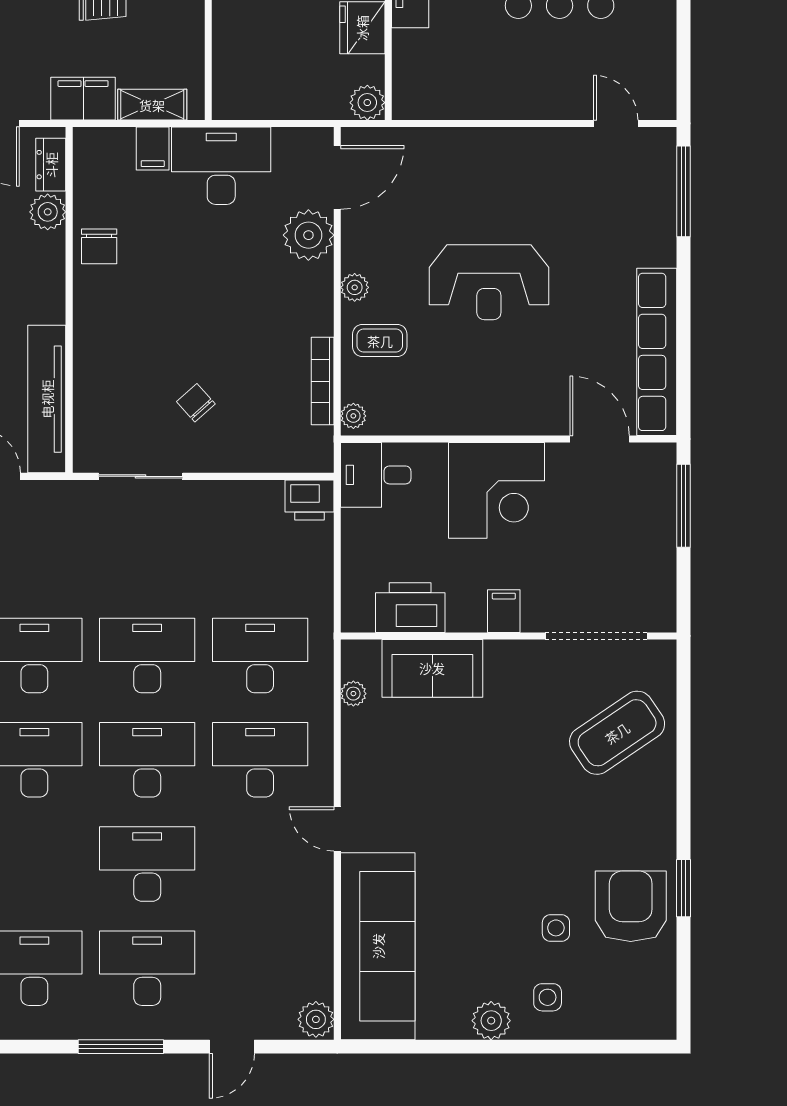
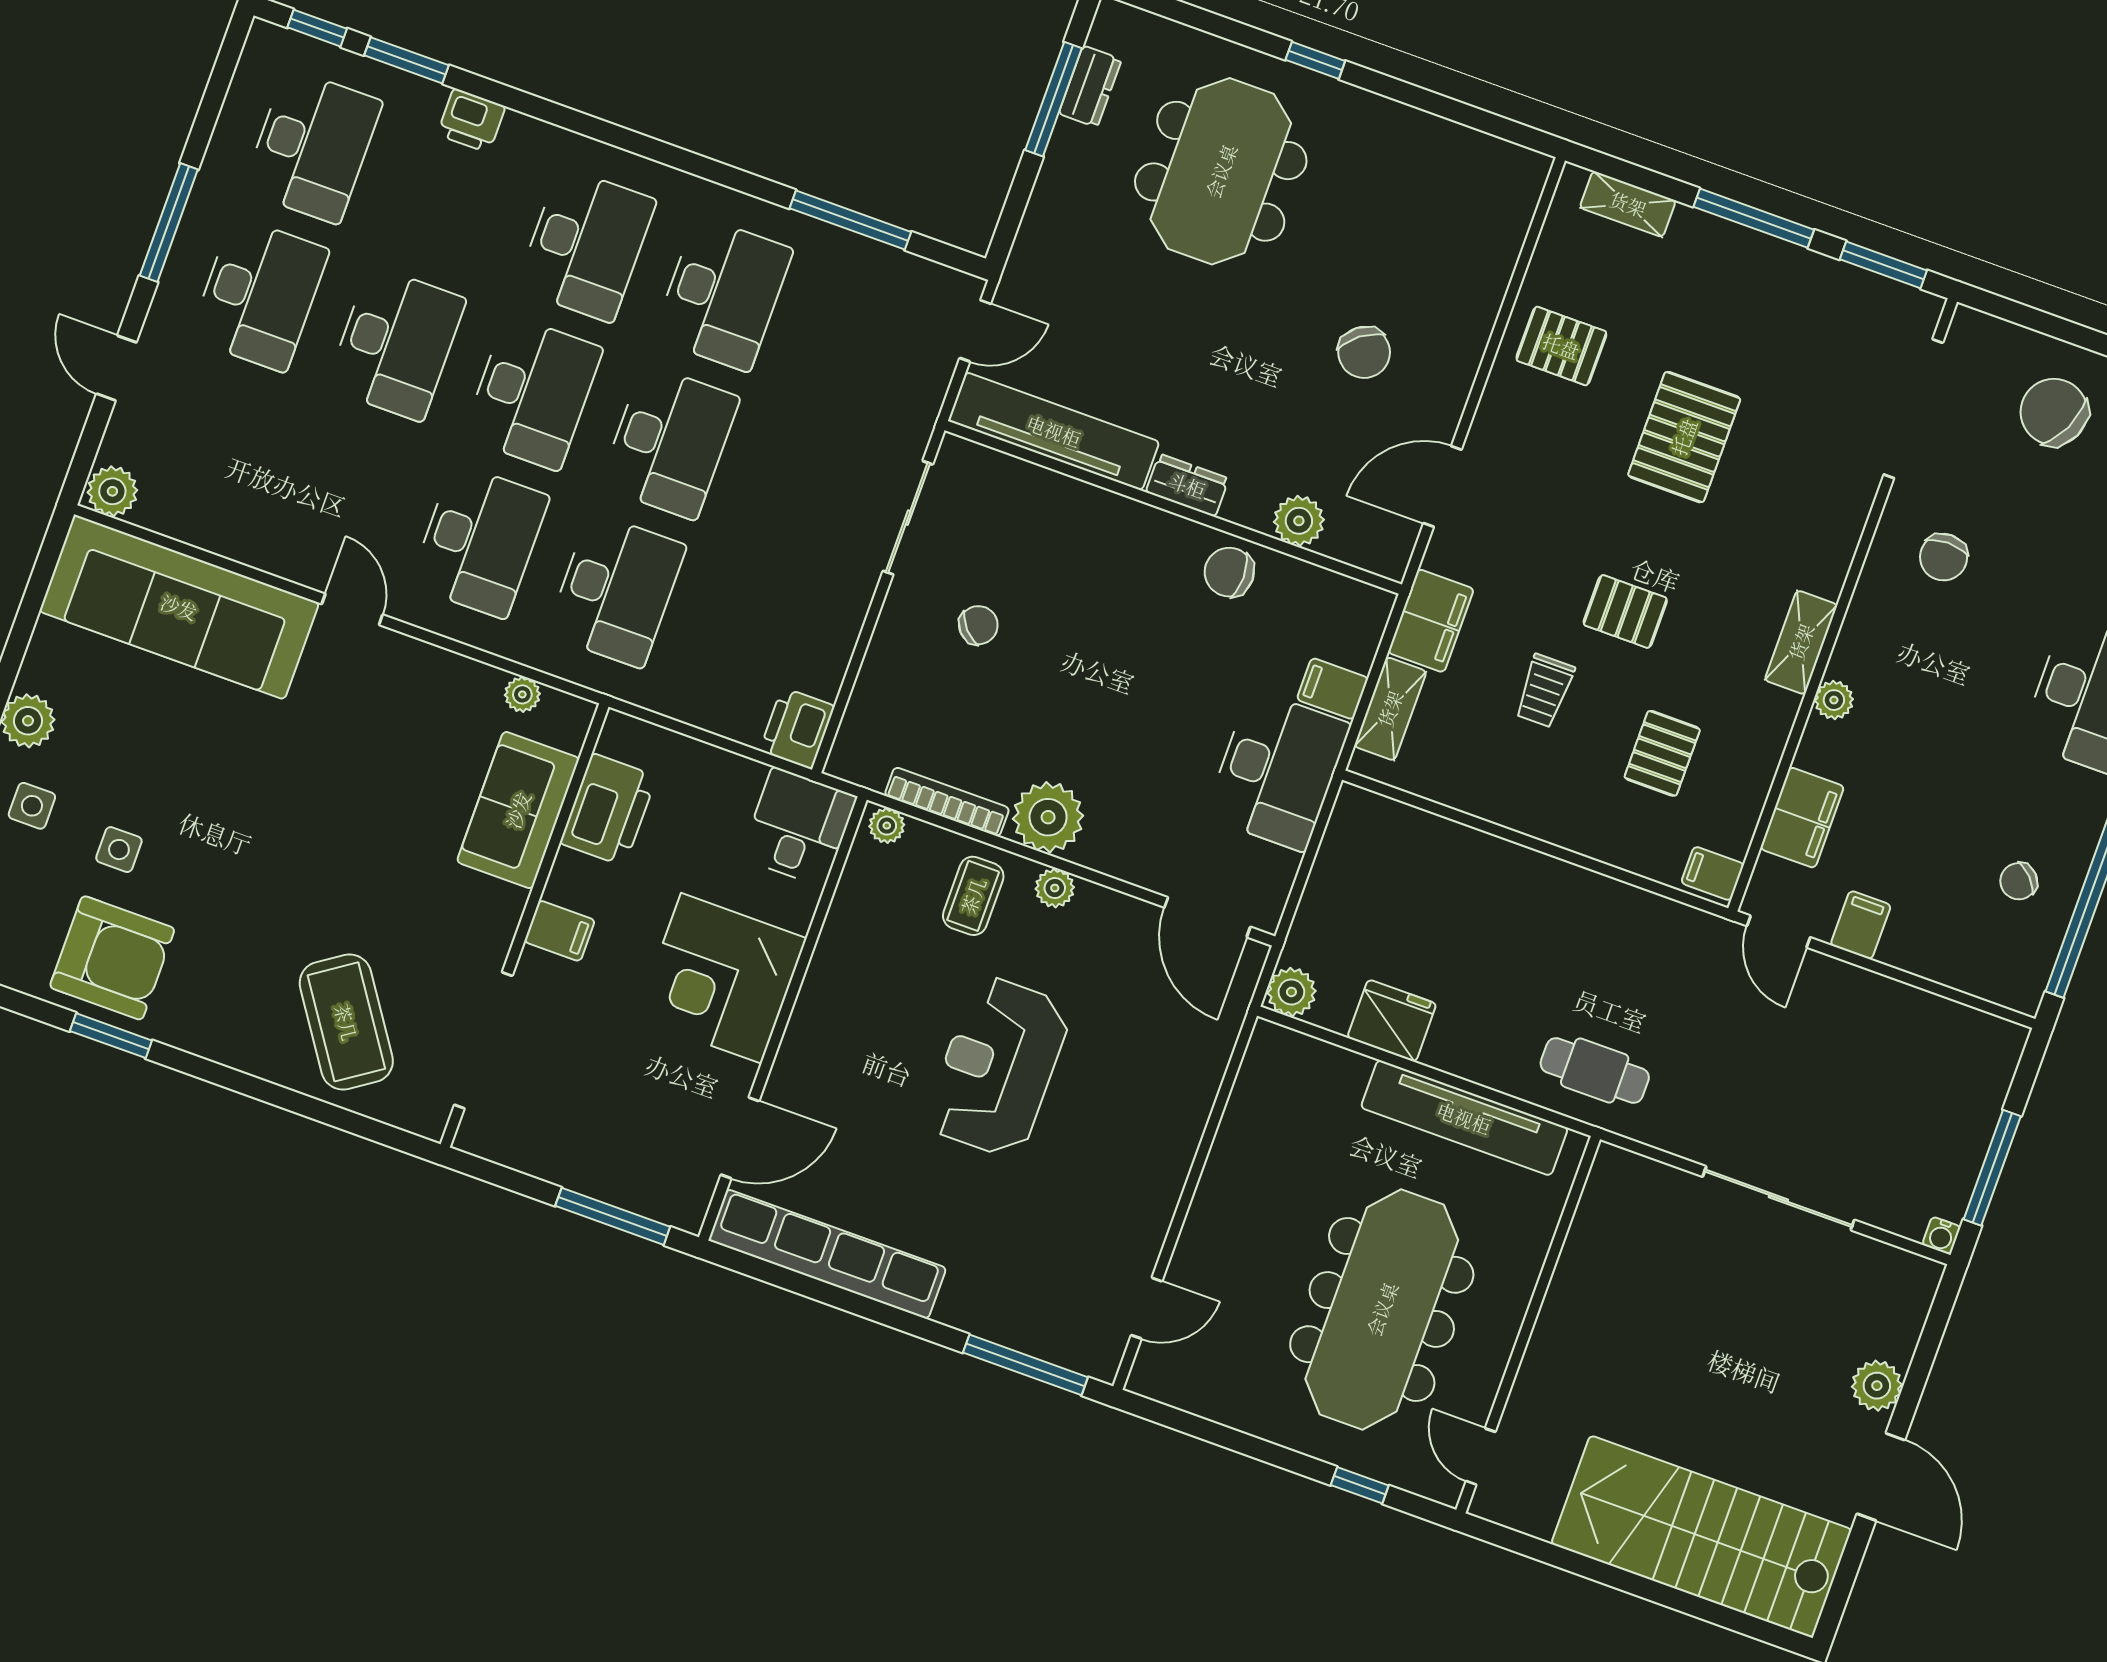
dresser: (51, 165) -> (1187, 485), moved
plant: (308, 235) -> (1048, 817), moved
door: (337, 829) -> (352, 609), hinge flipped

